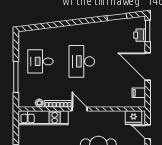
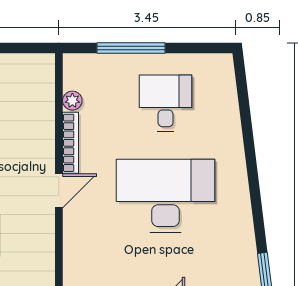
desk: (82, 61) -> (165, 196), width x1.36, depth x1.30
kitchen unit: (43, 118) -> (39, 109), removed

